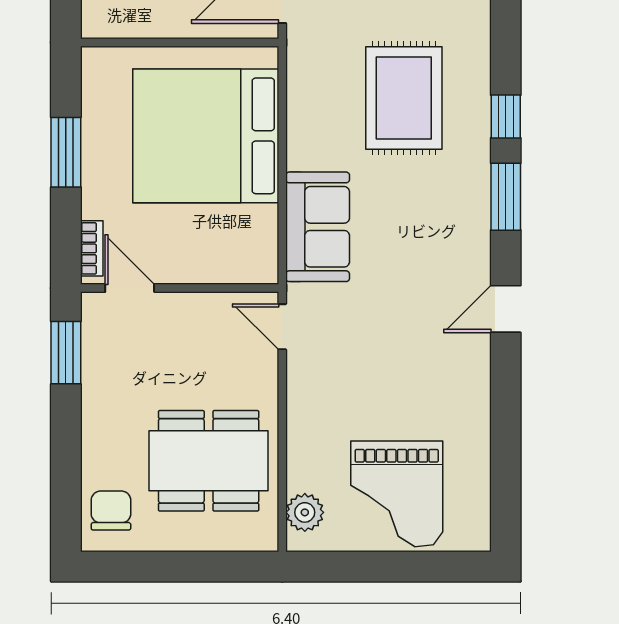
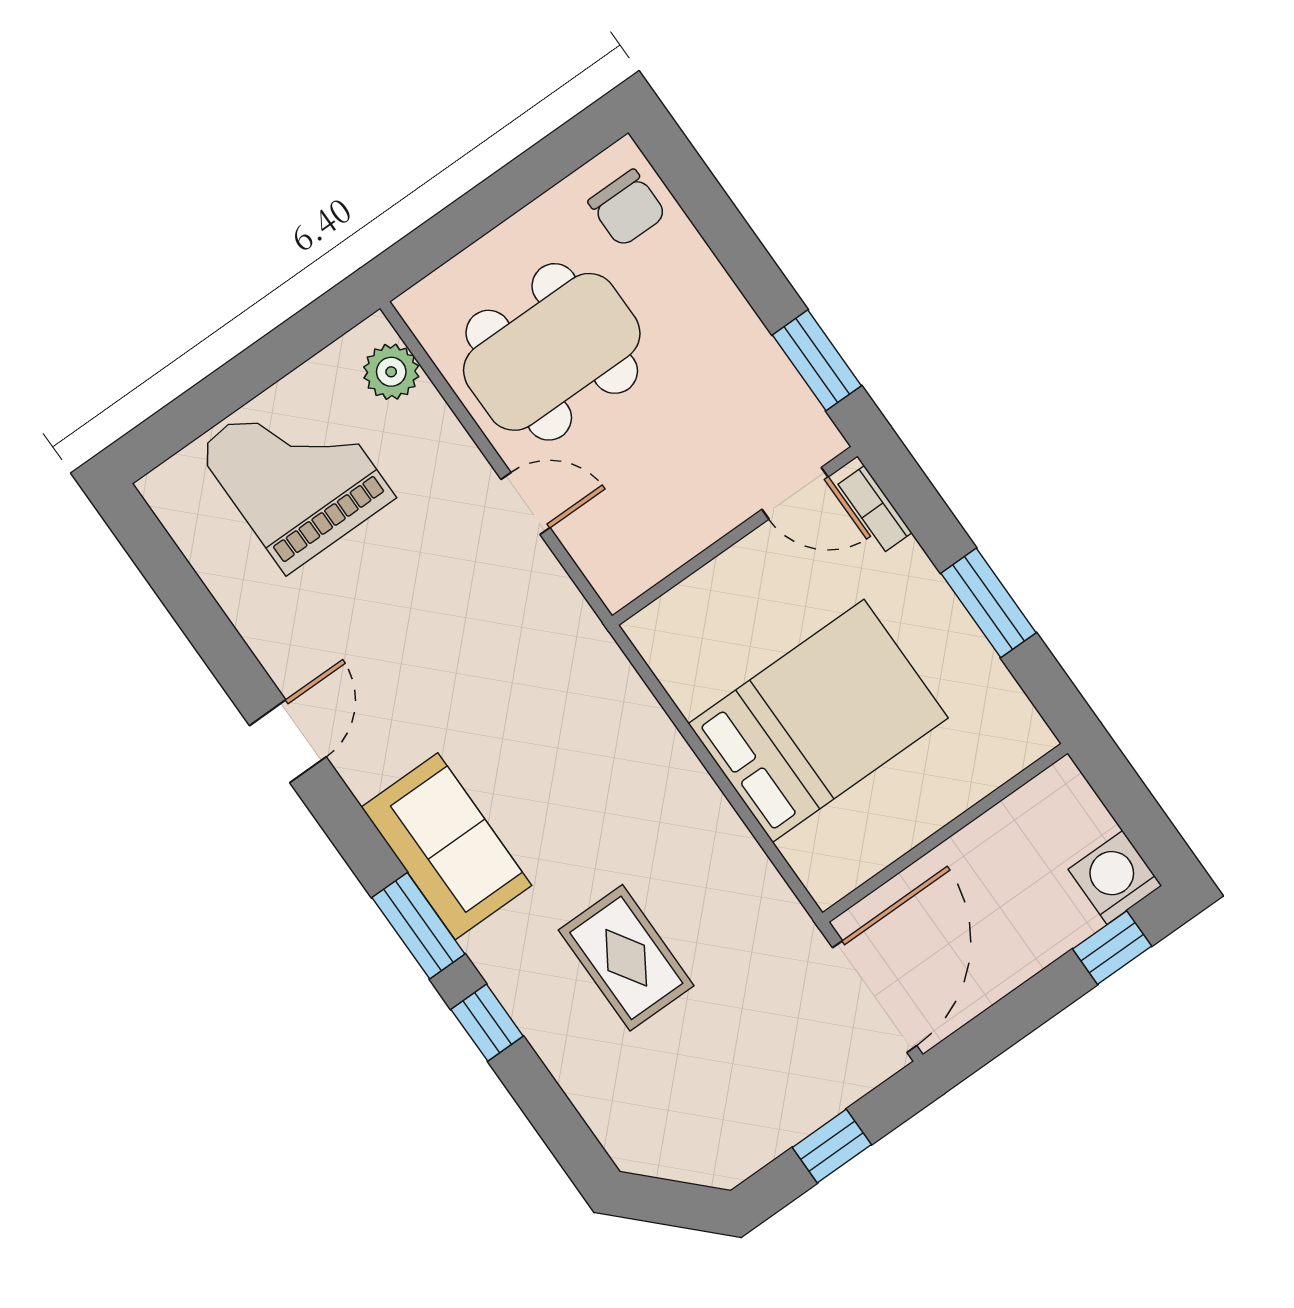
rug: (404, 98) -> (626, 958), width x0.73, depth x0.70
bed: (206, 136) -> (818, 721), width x0.73
sofa: (318, 227) -> (446, 846), moved, turned 180
door: (506, 309) -> (288, 741), moved
door: (282, 327) -> (525, 504), moved

